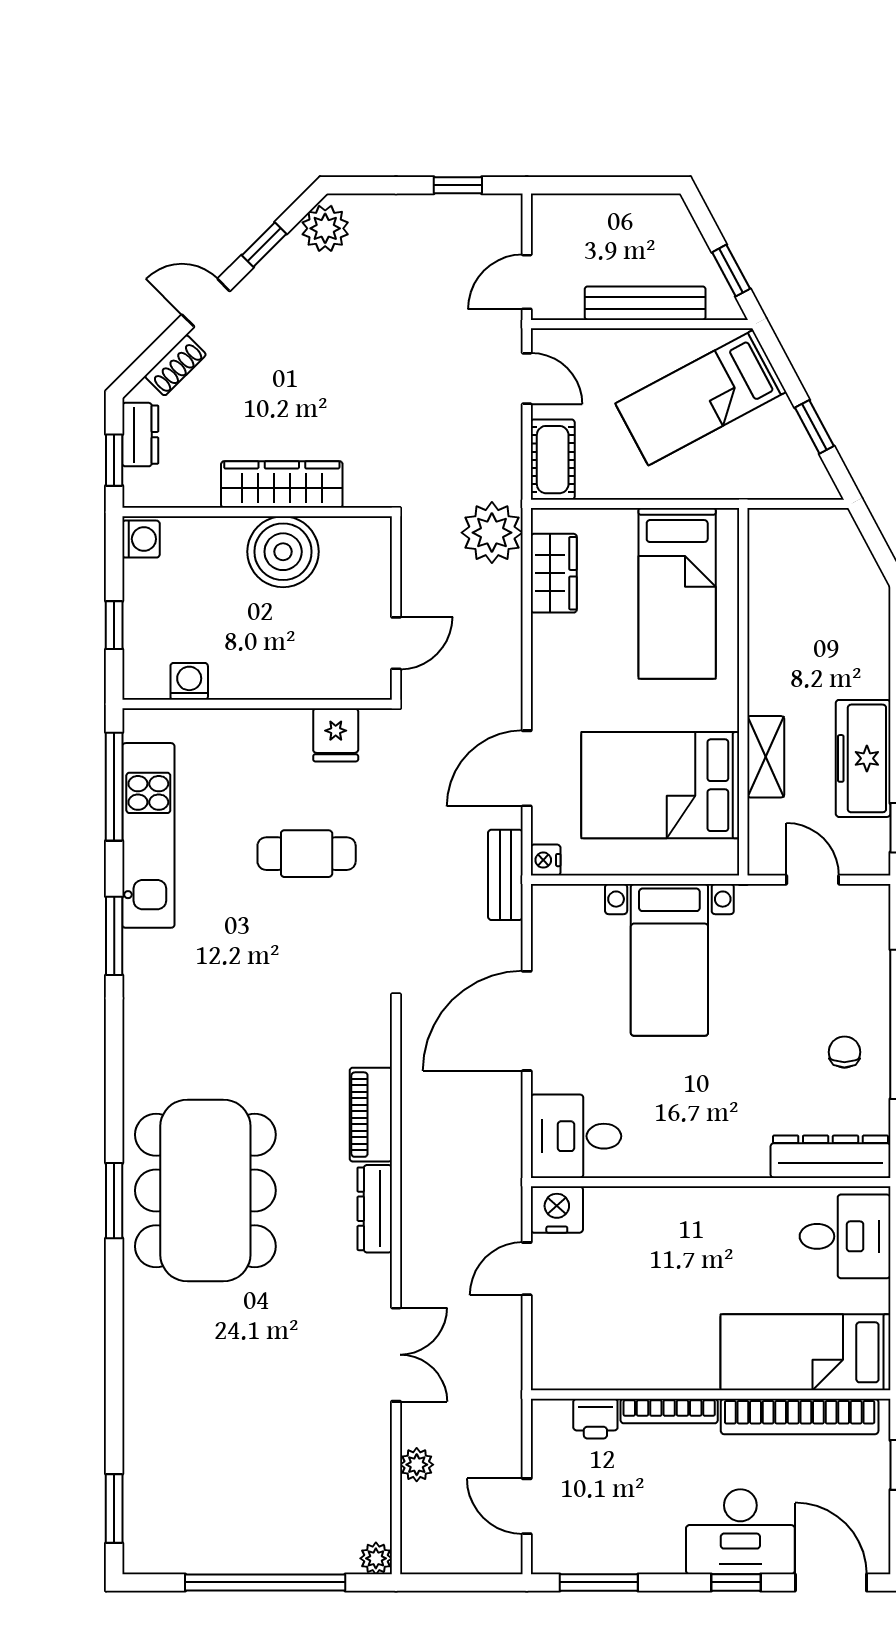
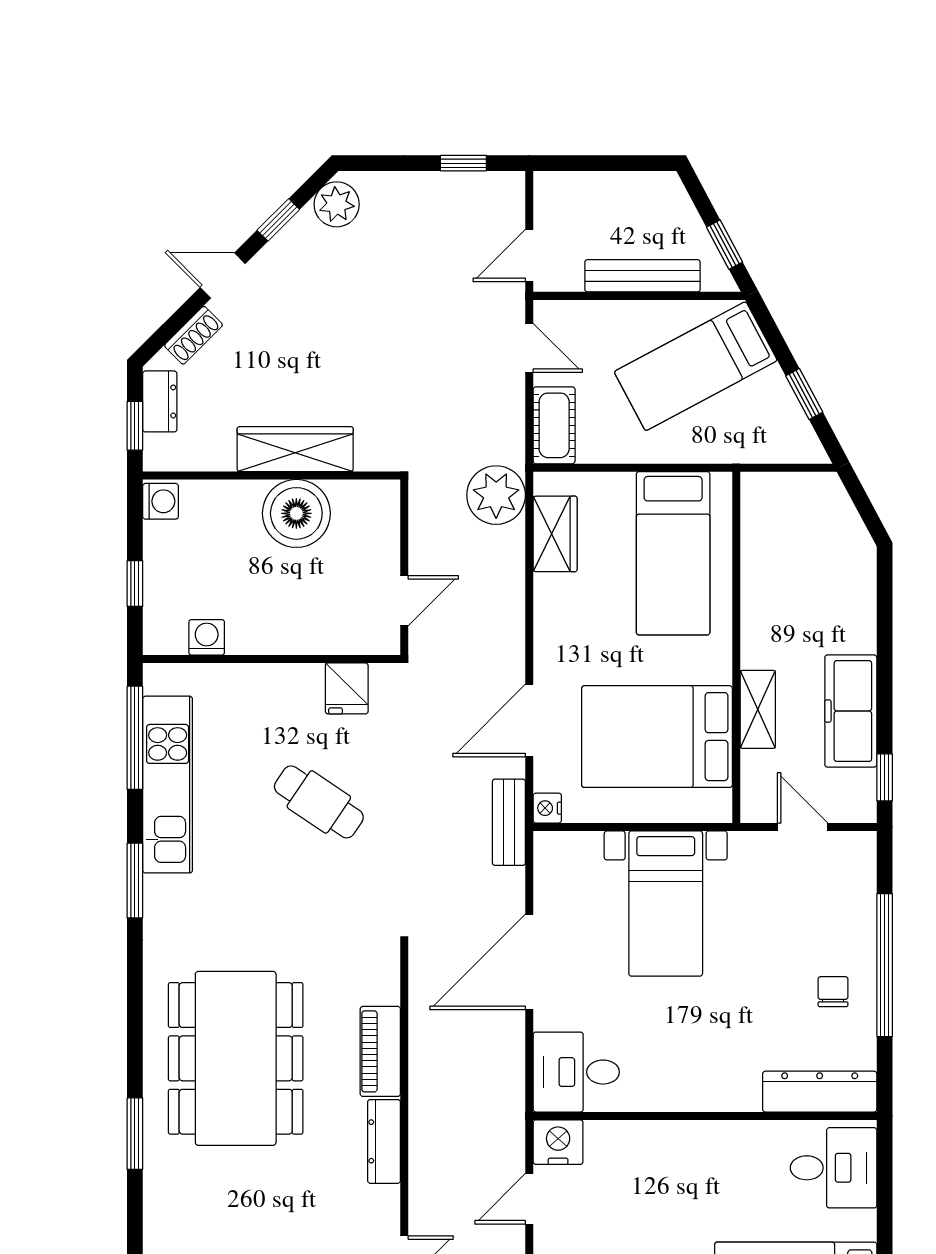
cafe table: (307, 854) -> (319, 802), turned 34
dining table: (205, 1190) -> (236, 1058), moved

